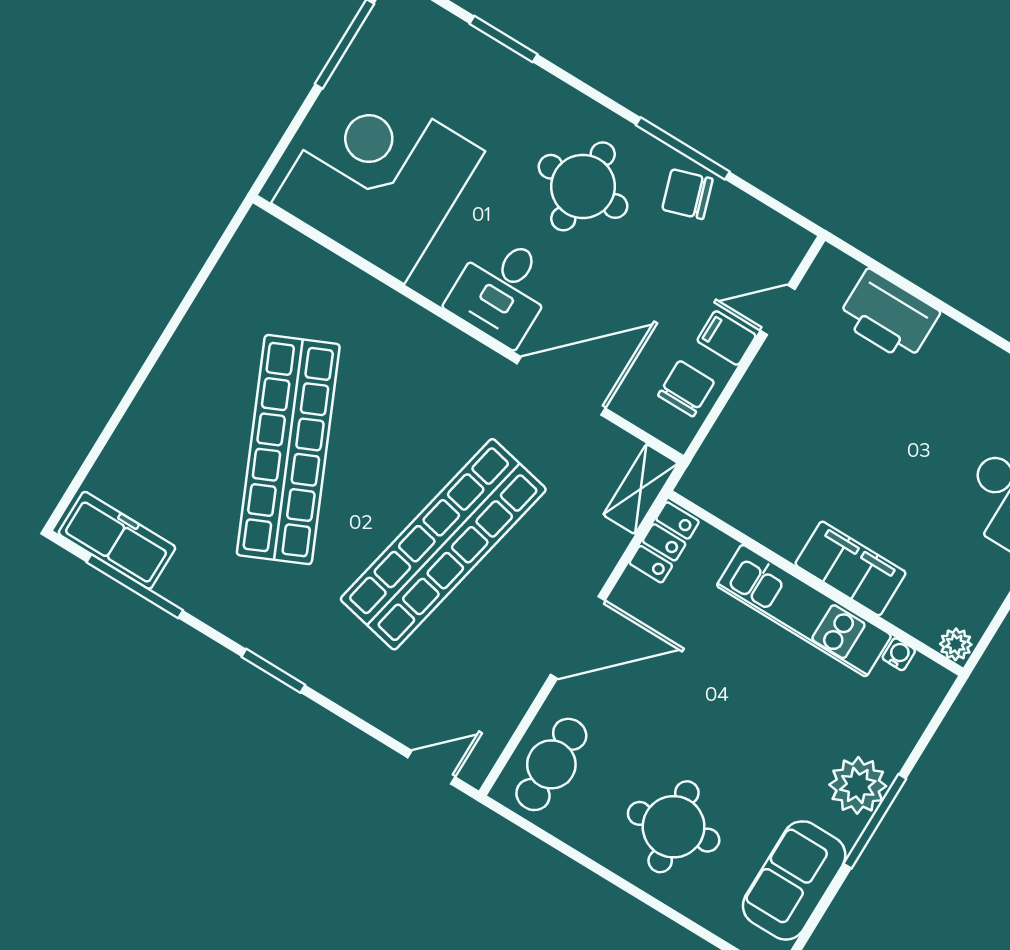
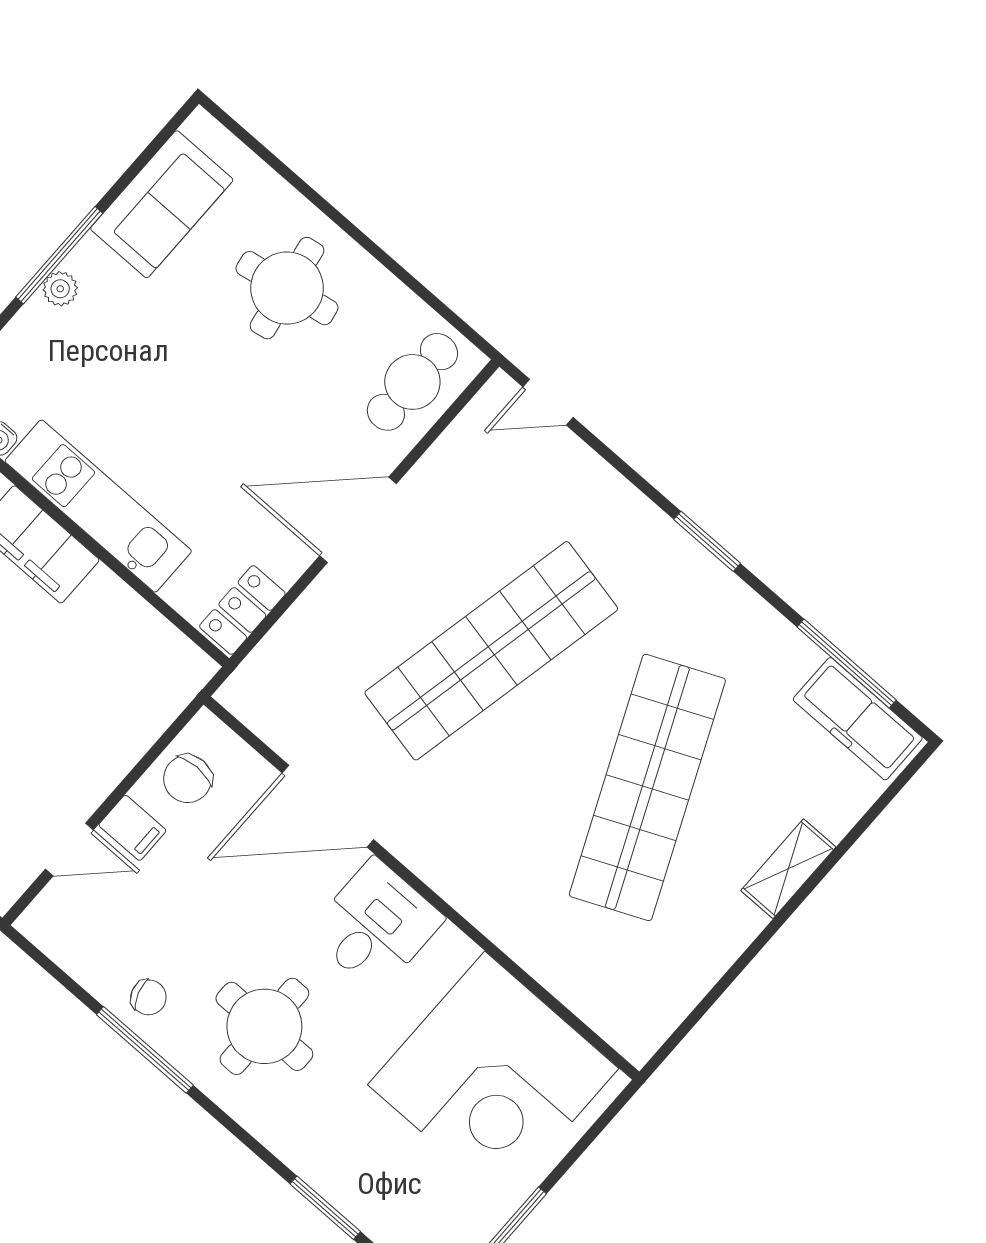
chair: (687, 194) -> (148, 997), width x0.73, depth x0.73
shelving: (641, 489) -> (788, 869), moved
plant: (858, 785) -> (60, 289), width x0.53, depth x0.53

